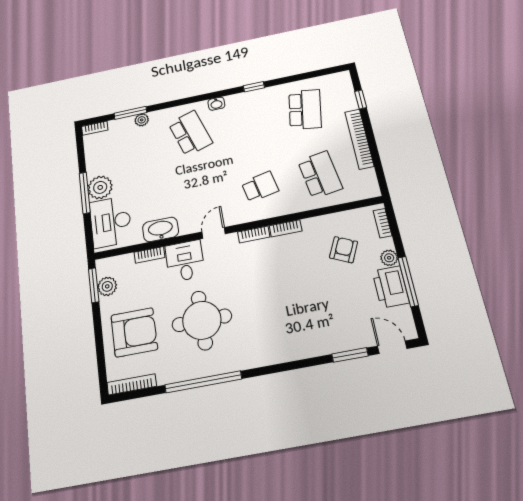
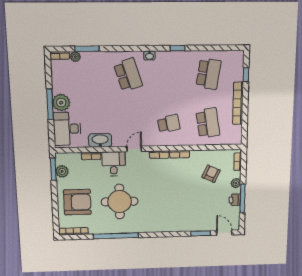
plant: (142, 120) -> (75, 57), moved
printer: (391, 287) -> (235, 200), width x0.53, depth x0.68

